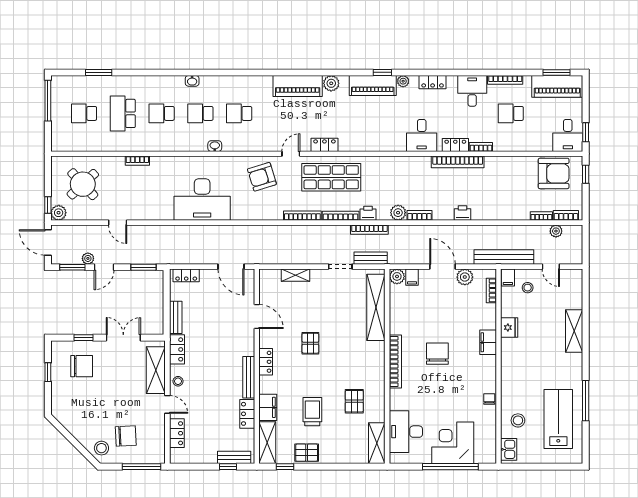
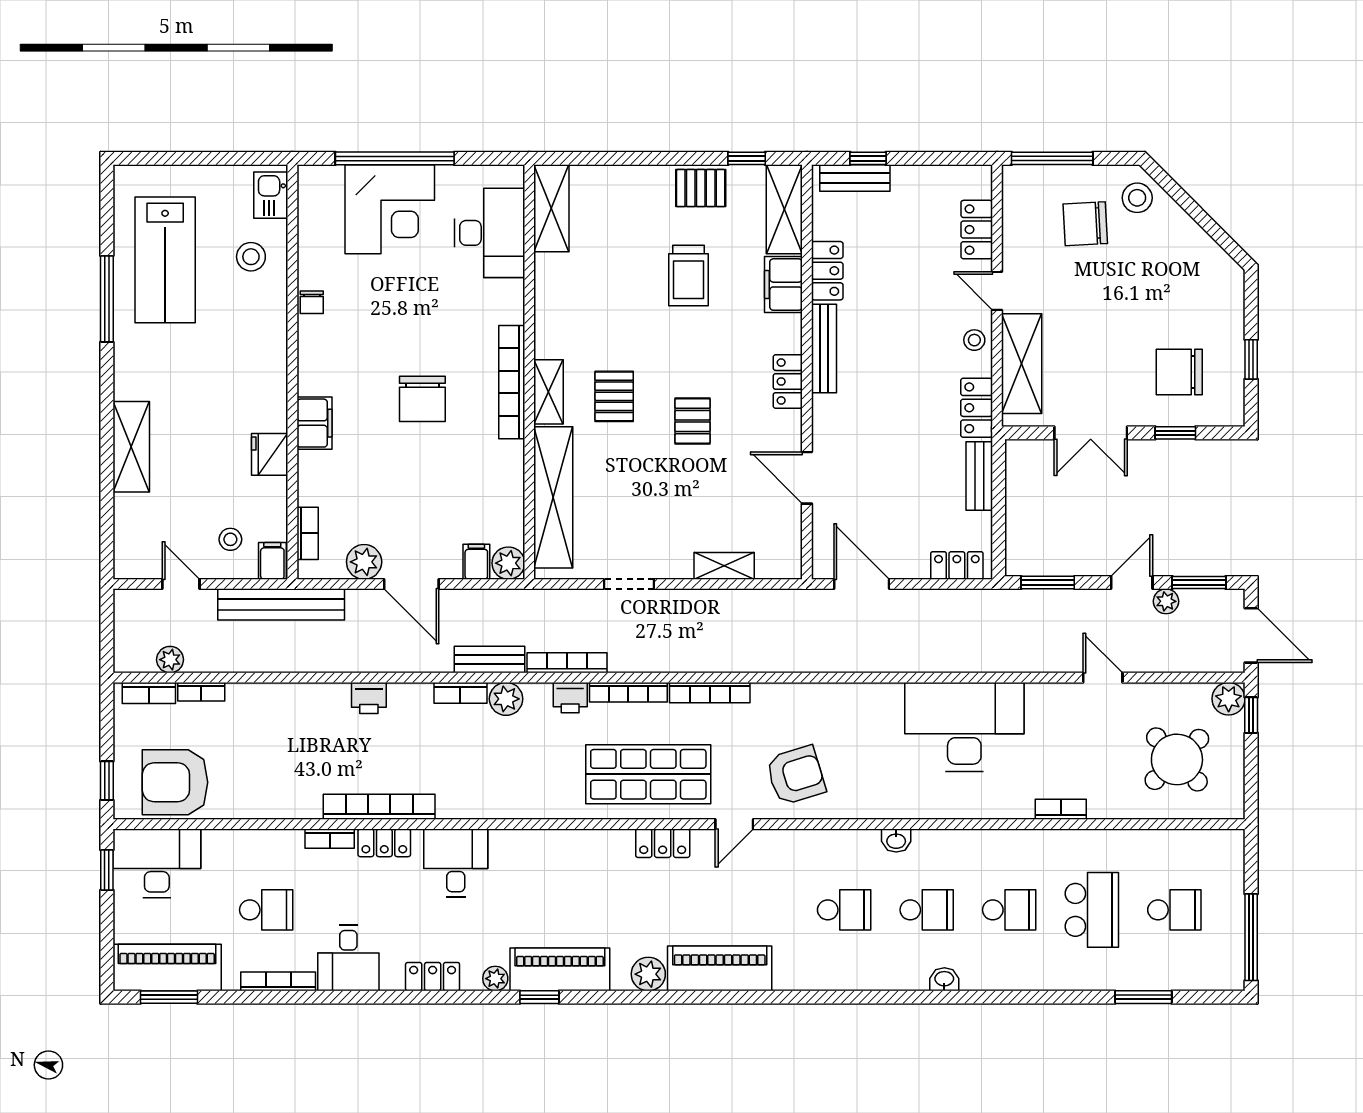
desk: (568, 135) -> (157, 863), width x1.37
desk: (202, 199) -> (964, 727), moved
bench: (371, 258) -> (490, 660), moved
shelving: (378, 357) -> (549, 392), added
pallet: (354, 401) -> (614, 396), moved

